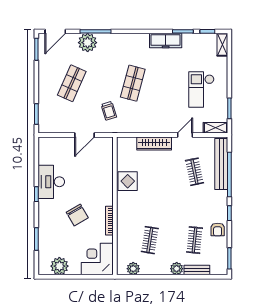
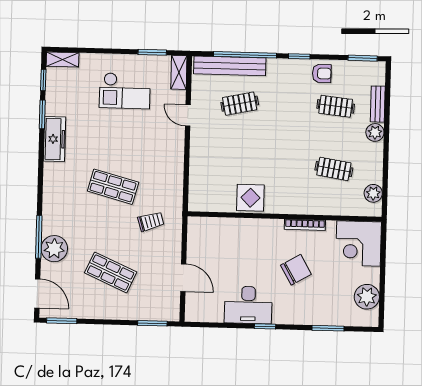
door: (84, 135) -> (183, 278), moved
wardrobe: (154, 143) -> (199, 159), removed

